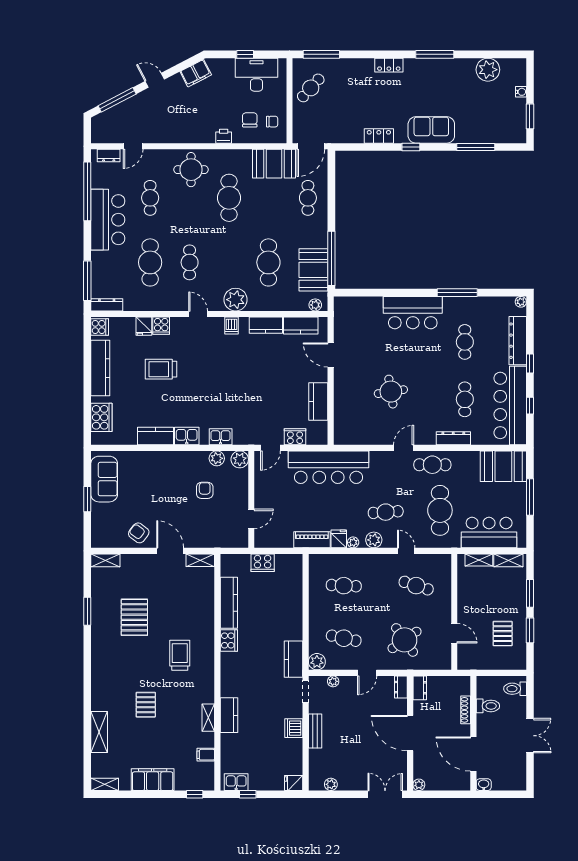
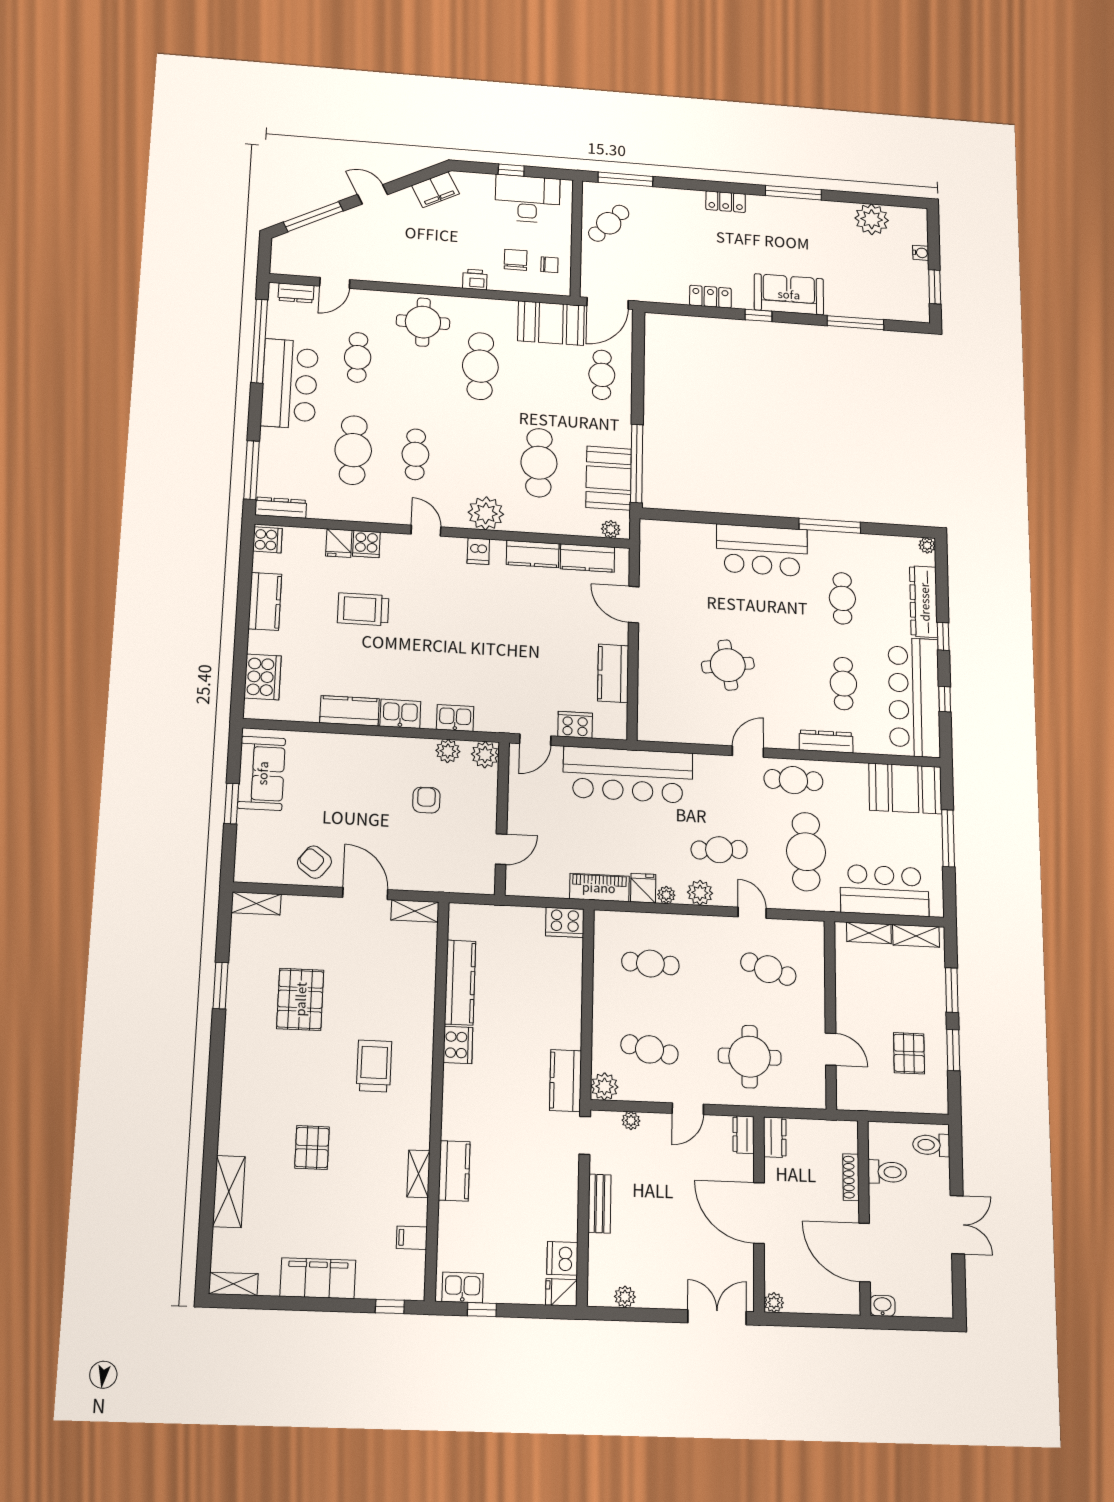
kitchen counter: (100, 368) -> (265, 601), width x0.67
cooker: (263, 563) -> (565, 922), moved
round table: (405, 640) -> (750, 1057), turned 35
dishwasher: (294, 728) -> (562, 1258), moved

